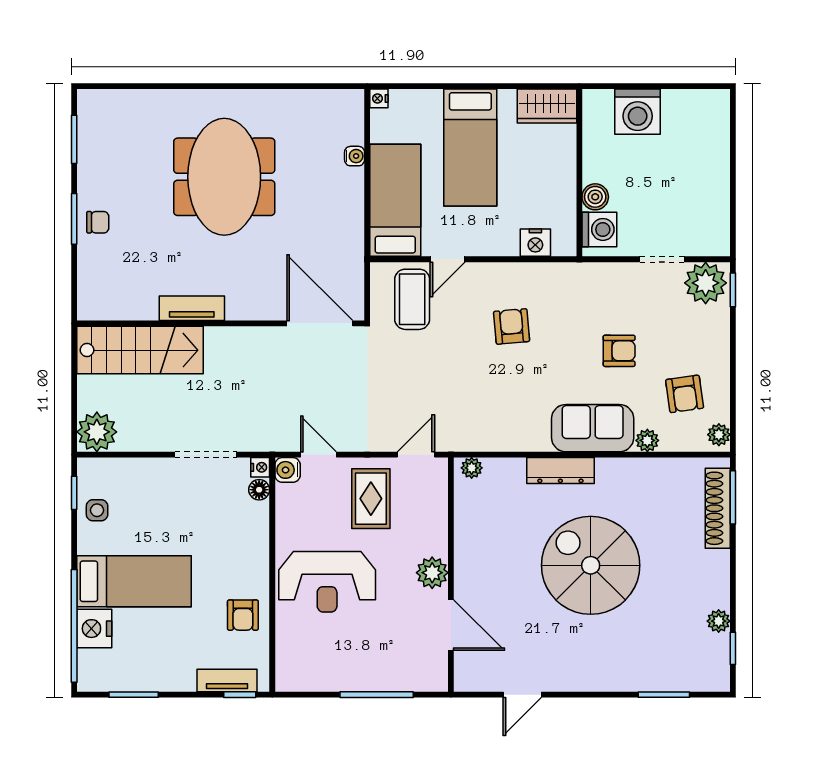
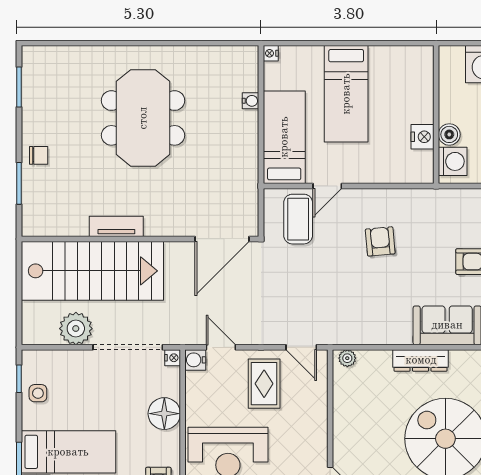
wardrobe: (547, 106) -> (409, 60), removed
window: (74, 219) -> (19, 183), moved
nightstand: (535, 243) -> (422, 137), moved, turned -90
door: (320, 323) -> (222, 239), swing flipped
stairs: (140, 350) -> (92, 271), width x1.36, depth x1.51
plant: (97, 432) -> (76, 329), moved
doorway: (206, 455) -> (128, 347), width x1.36
door: (416, 455) -> (301, 347), swing flipped
floor lamp: (259, 490) -> (164, 414), moved, width x1.89, depth x1.89
plant: (432, 573) -> (315, 445), removed

